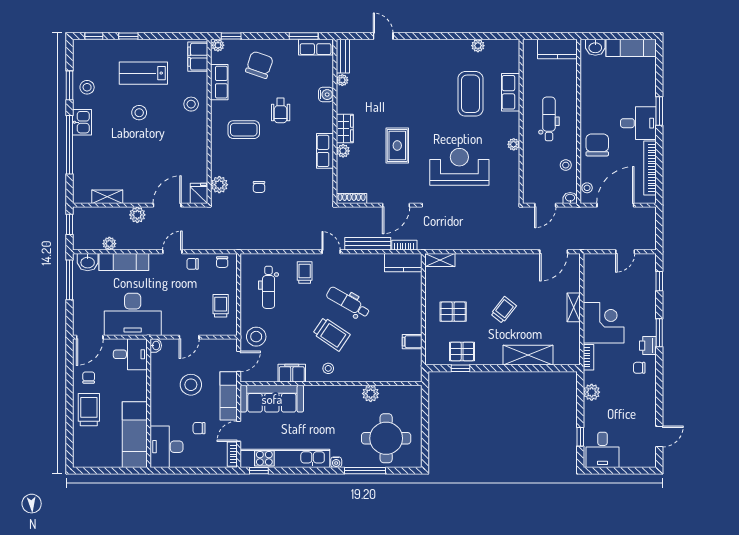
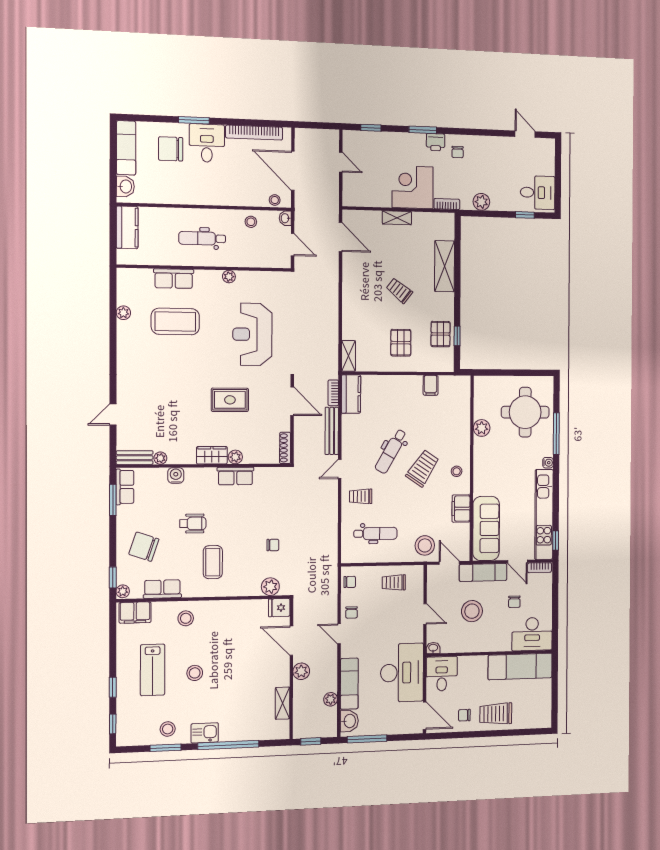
chair: (597, 145) -> (171, 149), moved

